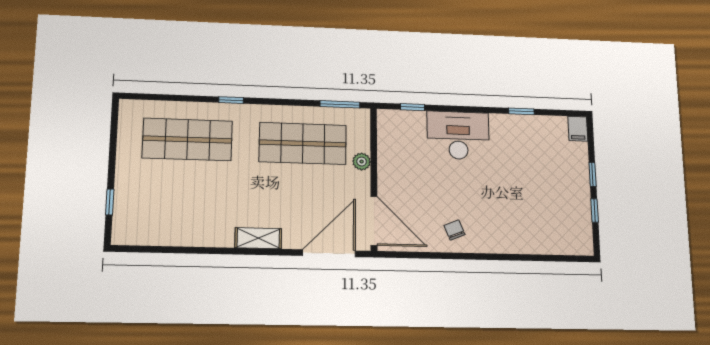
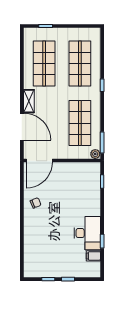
filing cabinet: (578, 129) -> (93, 256), moved
desk: (458, 135) -> (87, 233), moved
plant: (362, 162) -> (95, 154), moved
shop shelf: (185, 207) -> (44, 63), added
door: (329, 253) -> (22, 127), moved

